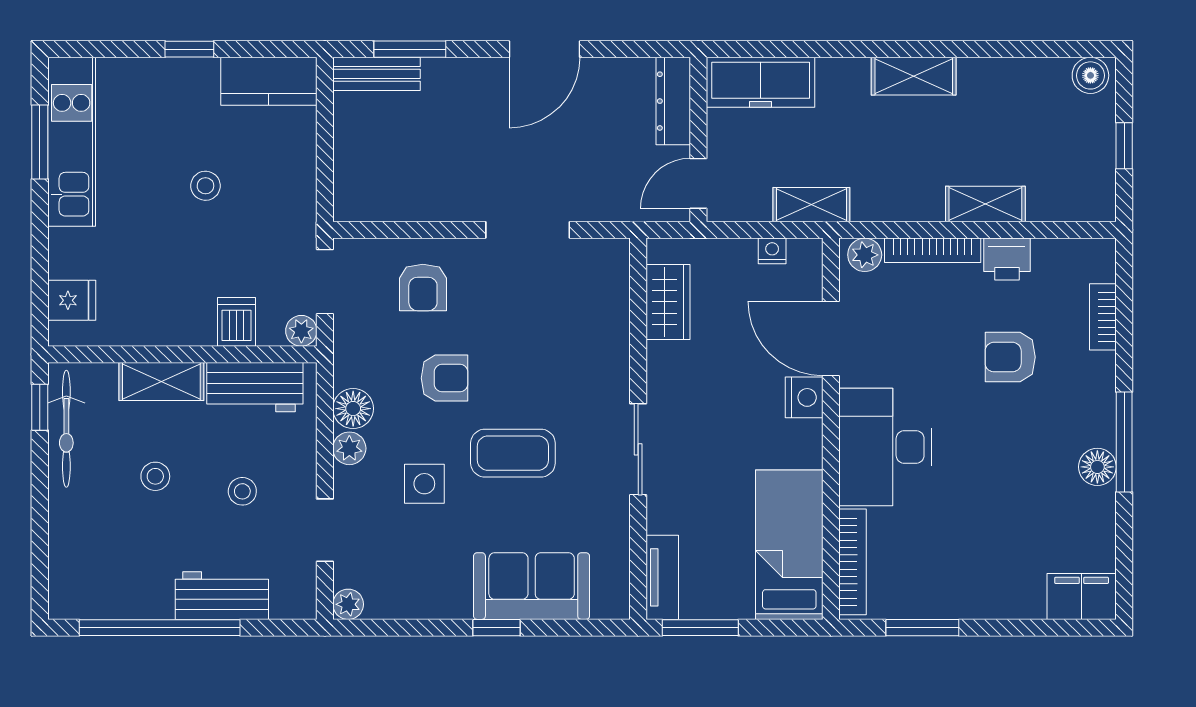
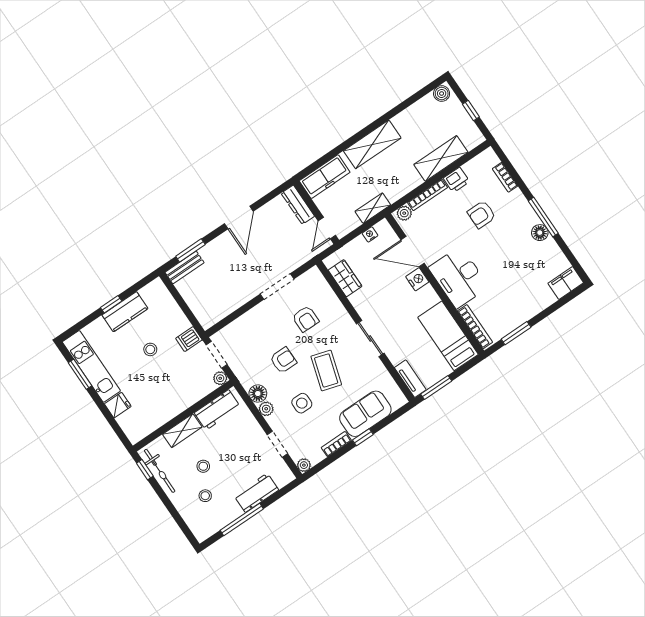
shelving: (914, 76) -> (372, 144), width x1.50, depth x1.33
kitchen counter: (269, 81) -> (125, 312), moved
shelving: (985, 204) -> (441, 158), width x1.50, depth x1.33
armchair: (423, 287) -> (306, 319), moved
fridge: (72, 300) -> (118, 405), moved
dishwasher: (237, 322) -> (189, 339), moved, turned -90
coffee table: (513, 453) -> (326, 370), turned -73
stool: (242, 491) -> (205, 496), moved
bookcase: (437, 606) -> (336, 444), added
window: (160, 628) -> (242, 520), width x0.68

